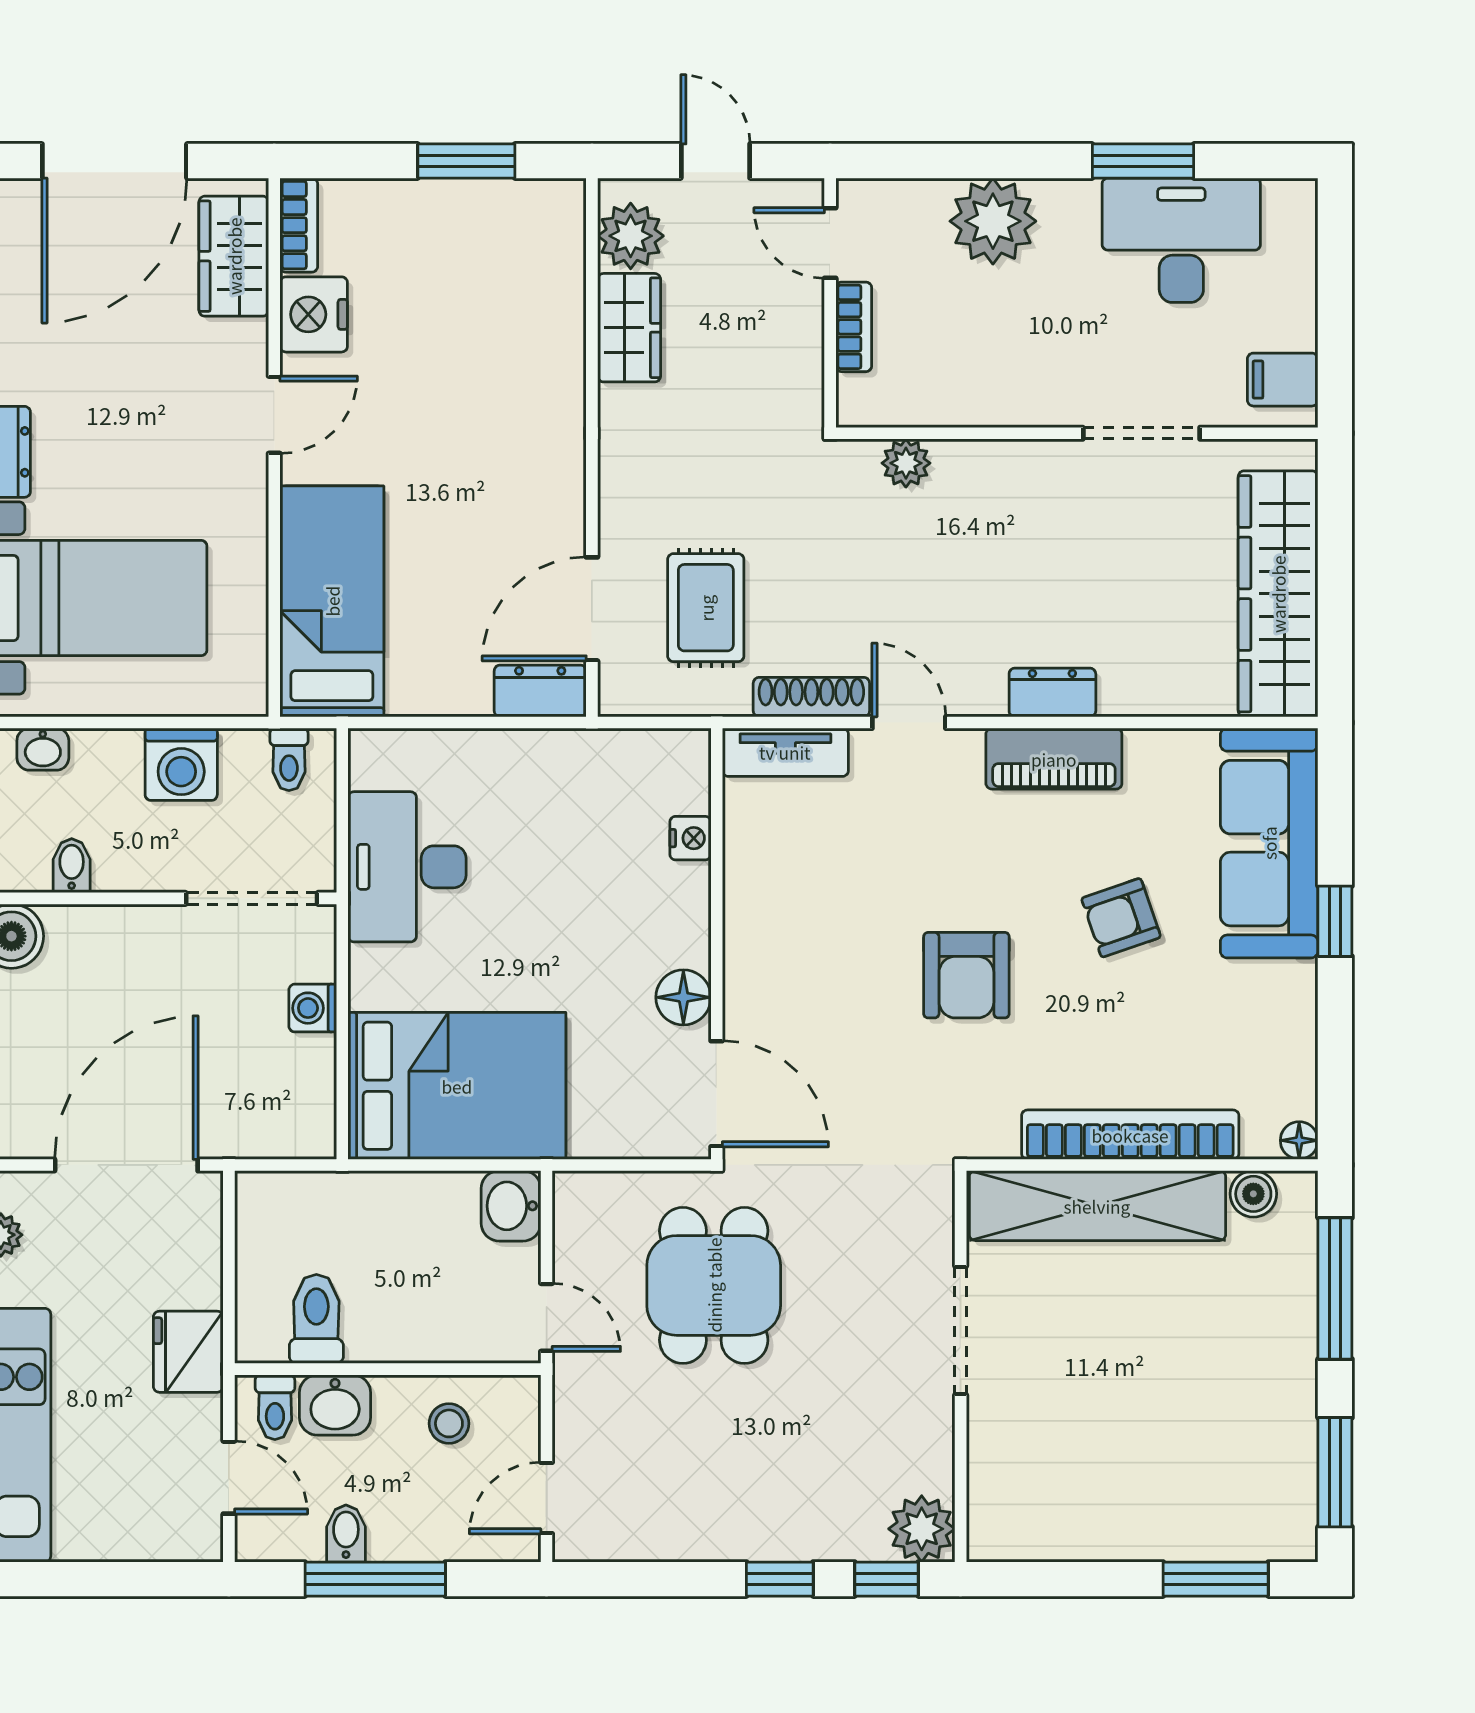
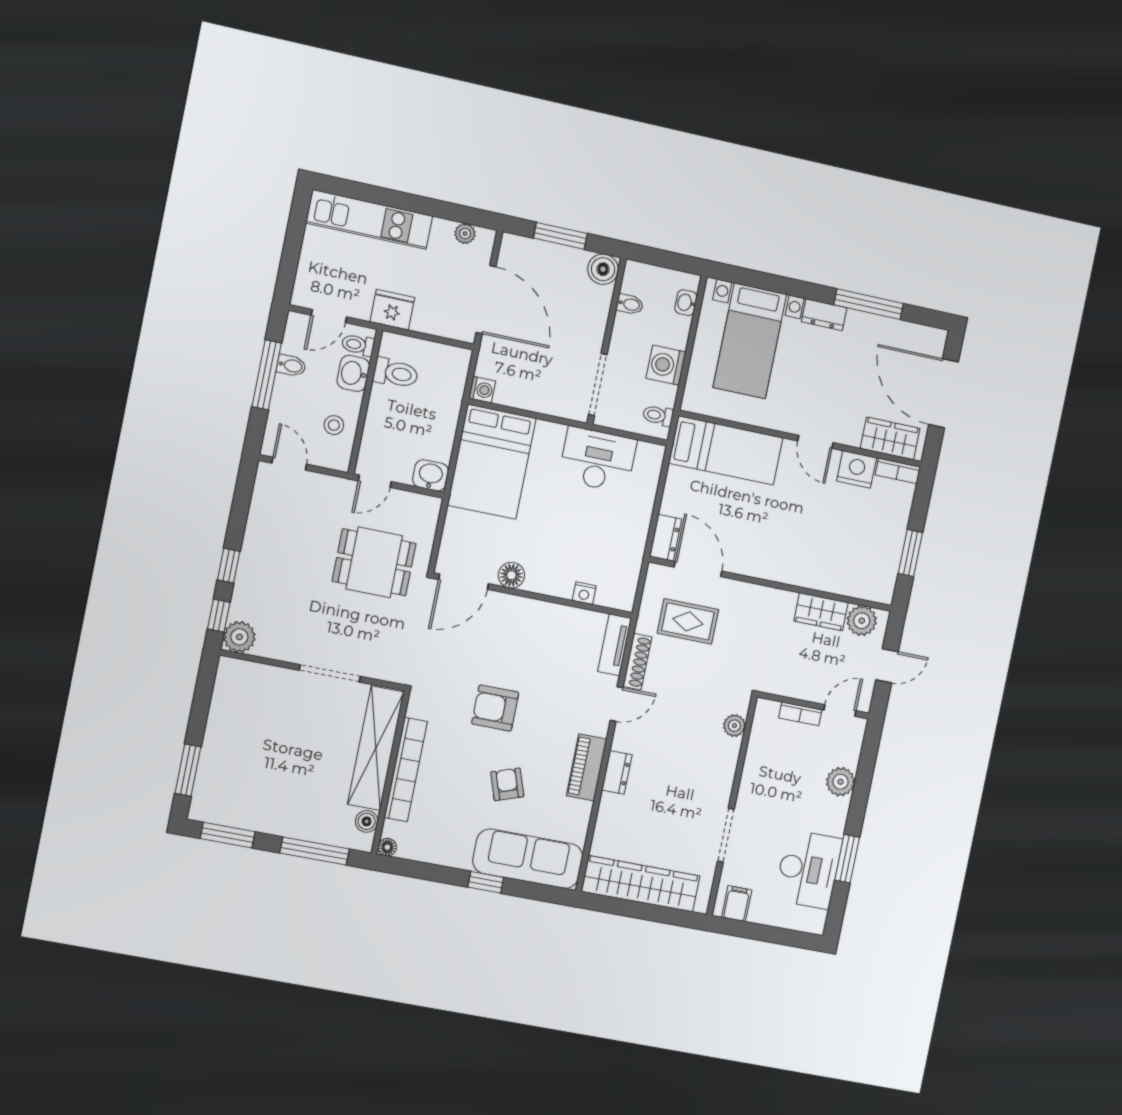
plant: (993, 221) -> (841, 782), width x0.73, depth x0.73
washing machine: (313, 1008) -> (482, 390), moved, turned 90

